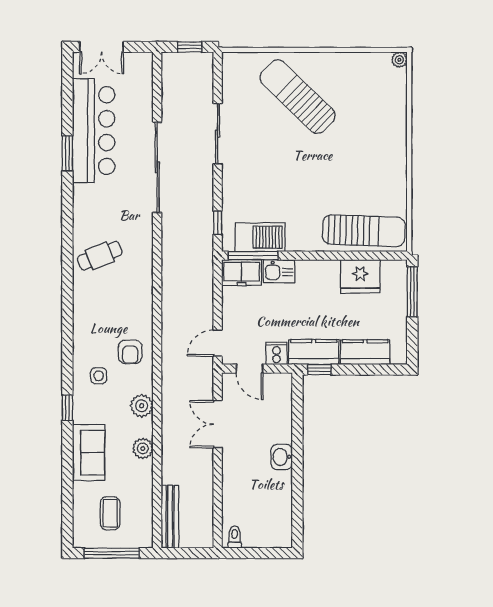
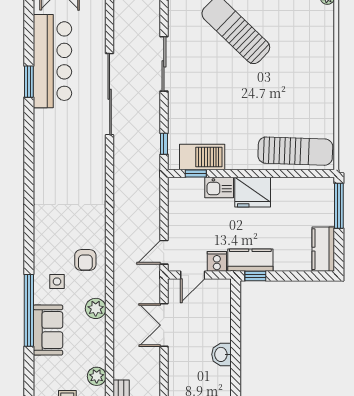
cafe table: (100, 256) -> (58, 174), removed
window: (253, 256) -> (196, 174), width x0.46
freezer: (242, 273) -> (186, 189), removed
fridge: (360, 276) -> (253, 192), moved
kitchen counter: (365, 352) -> (323, 249), moved, turned -90
door: (250, 369) -> (193, 275), hinge flipped
window: (67, 408) -> (29, 310), width x3.17
plant: (143, 448) -> (97, 376), moved
sofa: (89, 453) -> (48, 330), moved

